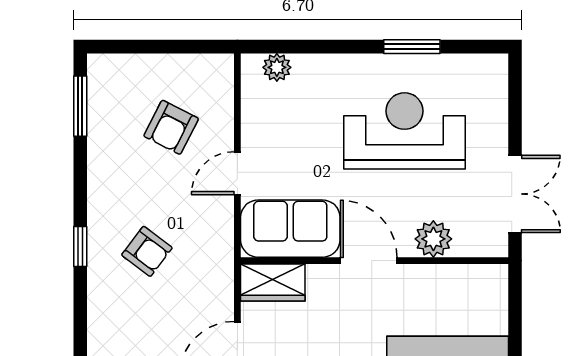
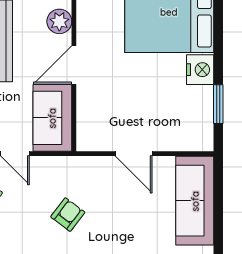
wardrobe: (273, 283) -> (89, 130), removed

